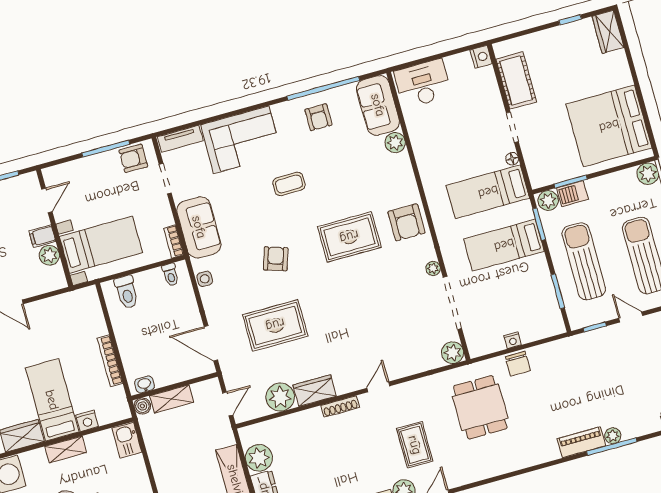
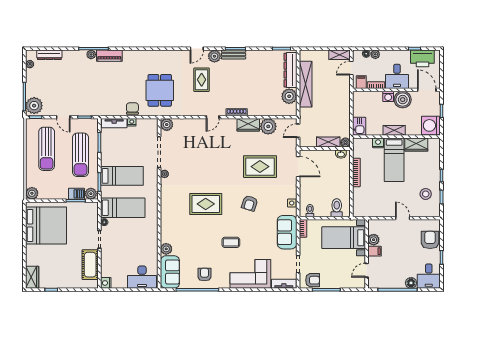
armchair: (407, 222) -> (172, 203), removed
tv unit: (542, 331) -> (114, 123), added

